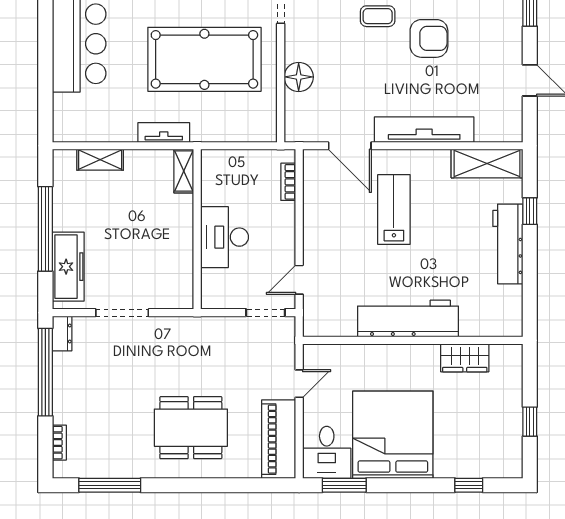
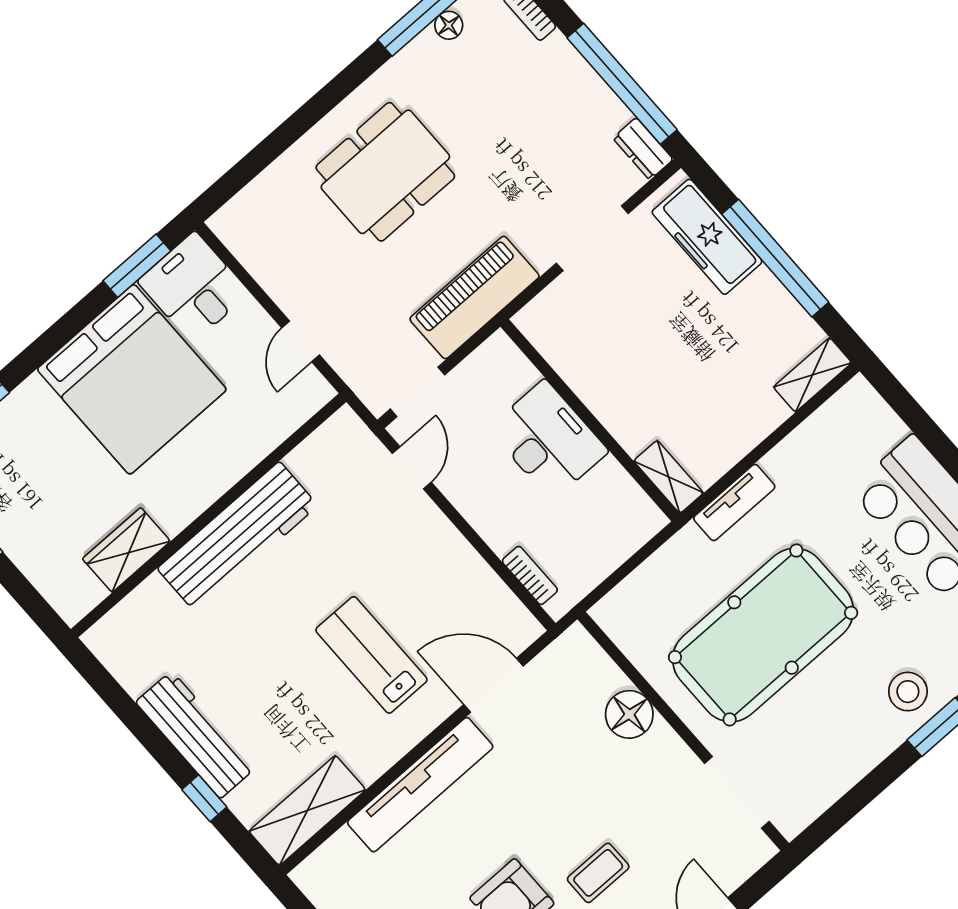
shelving: (100, 160) -> (812, 375), moved
lab bench: (394, 209) -> (371, 655), turned 180
piano: (279, 439) -> (475, 298), moved, turned -90
floor lamp: (102, 470) -> (449, 25), added

